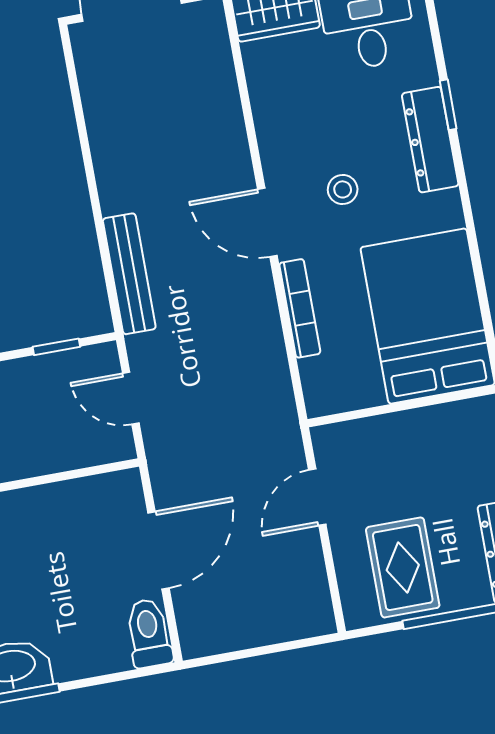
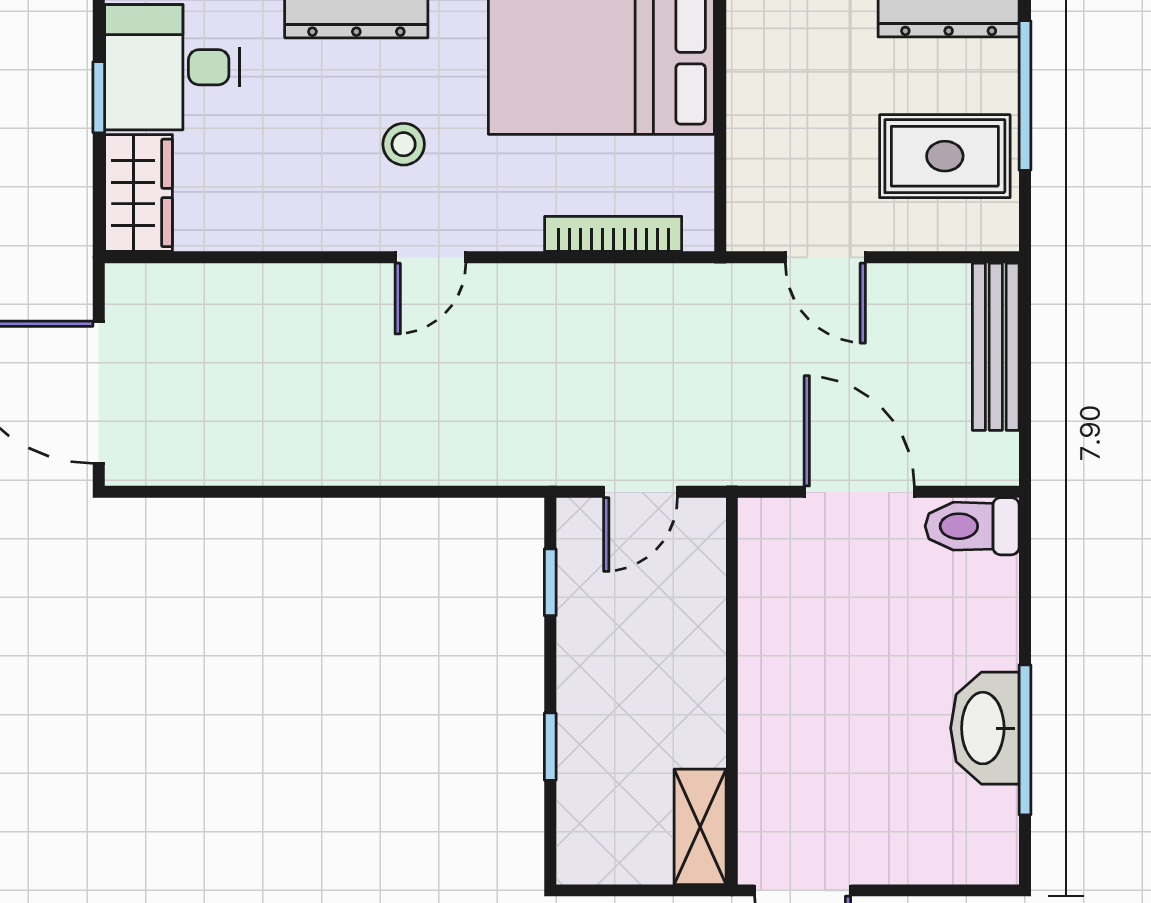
door: (267, 222) -> (430, 257), width x0.73
bench: (129, 274) -> (996, 347), moved, turned 90
bookcase: (300, 308) -> (613, 234), moved

